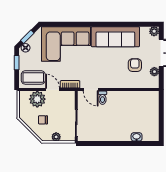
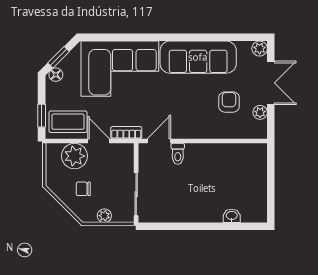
window: (17, 63) -> (42, 116), moved
door: (91, 90) -> (159, 141), swing flipped

